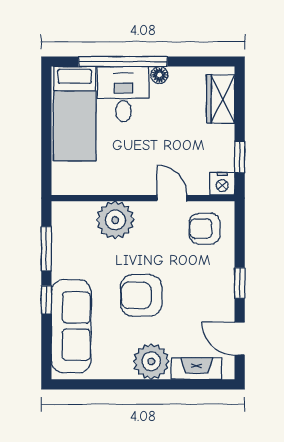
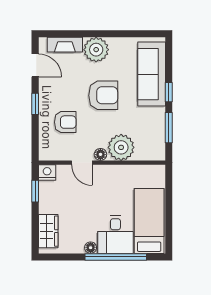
floor lamp: (145, 210) -> (100, 154), added
armchair: (205, 229) -> (65, 122), moved

